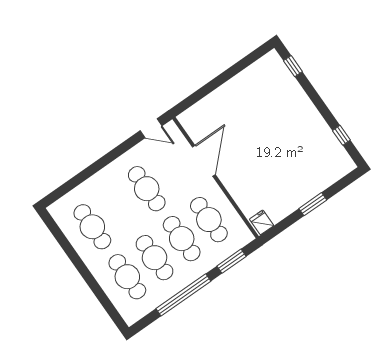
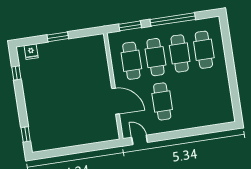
door: (204, 161) -> (115, 101), swing flipped
fridge: (262, 222) -> (31, 52), moved
cafe table: (92, 227) -> (211, 94), removed

